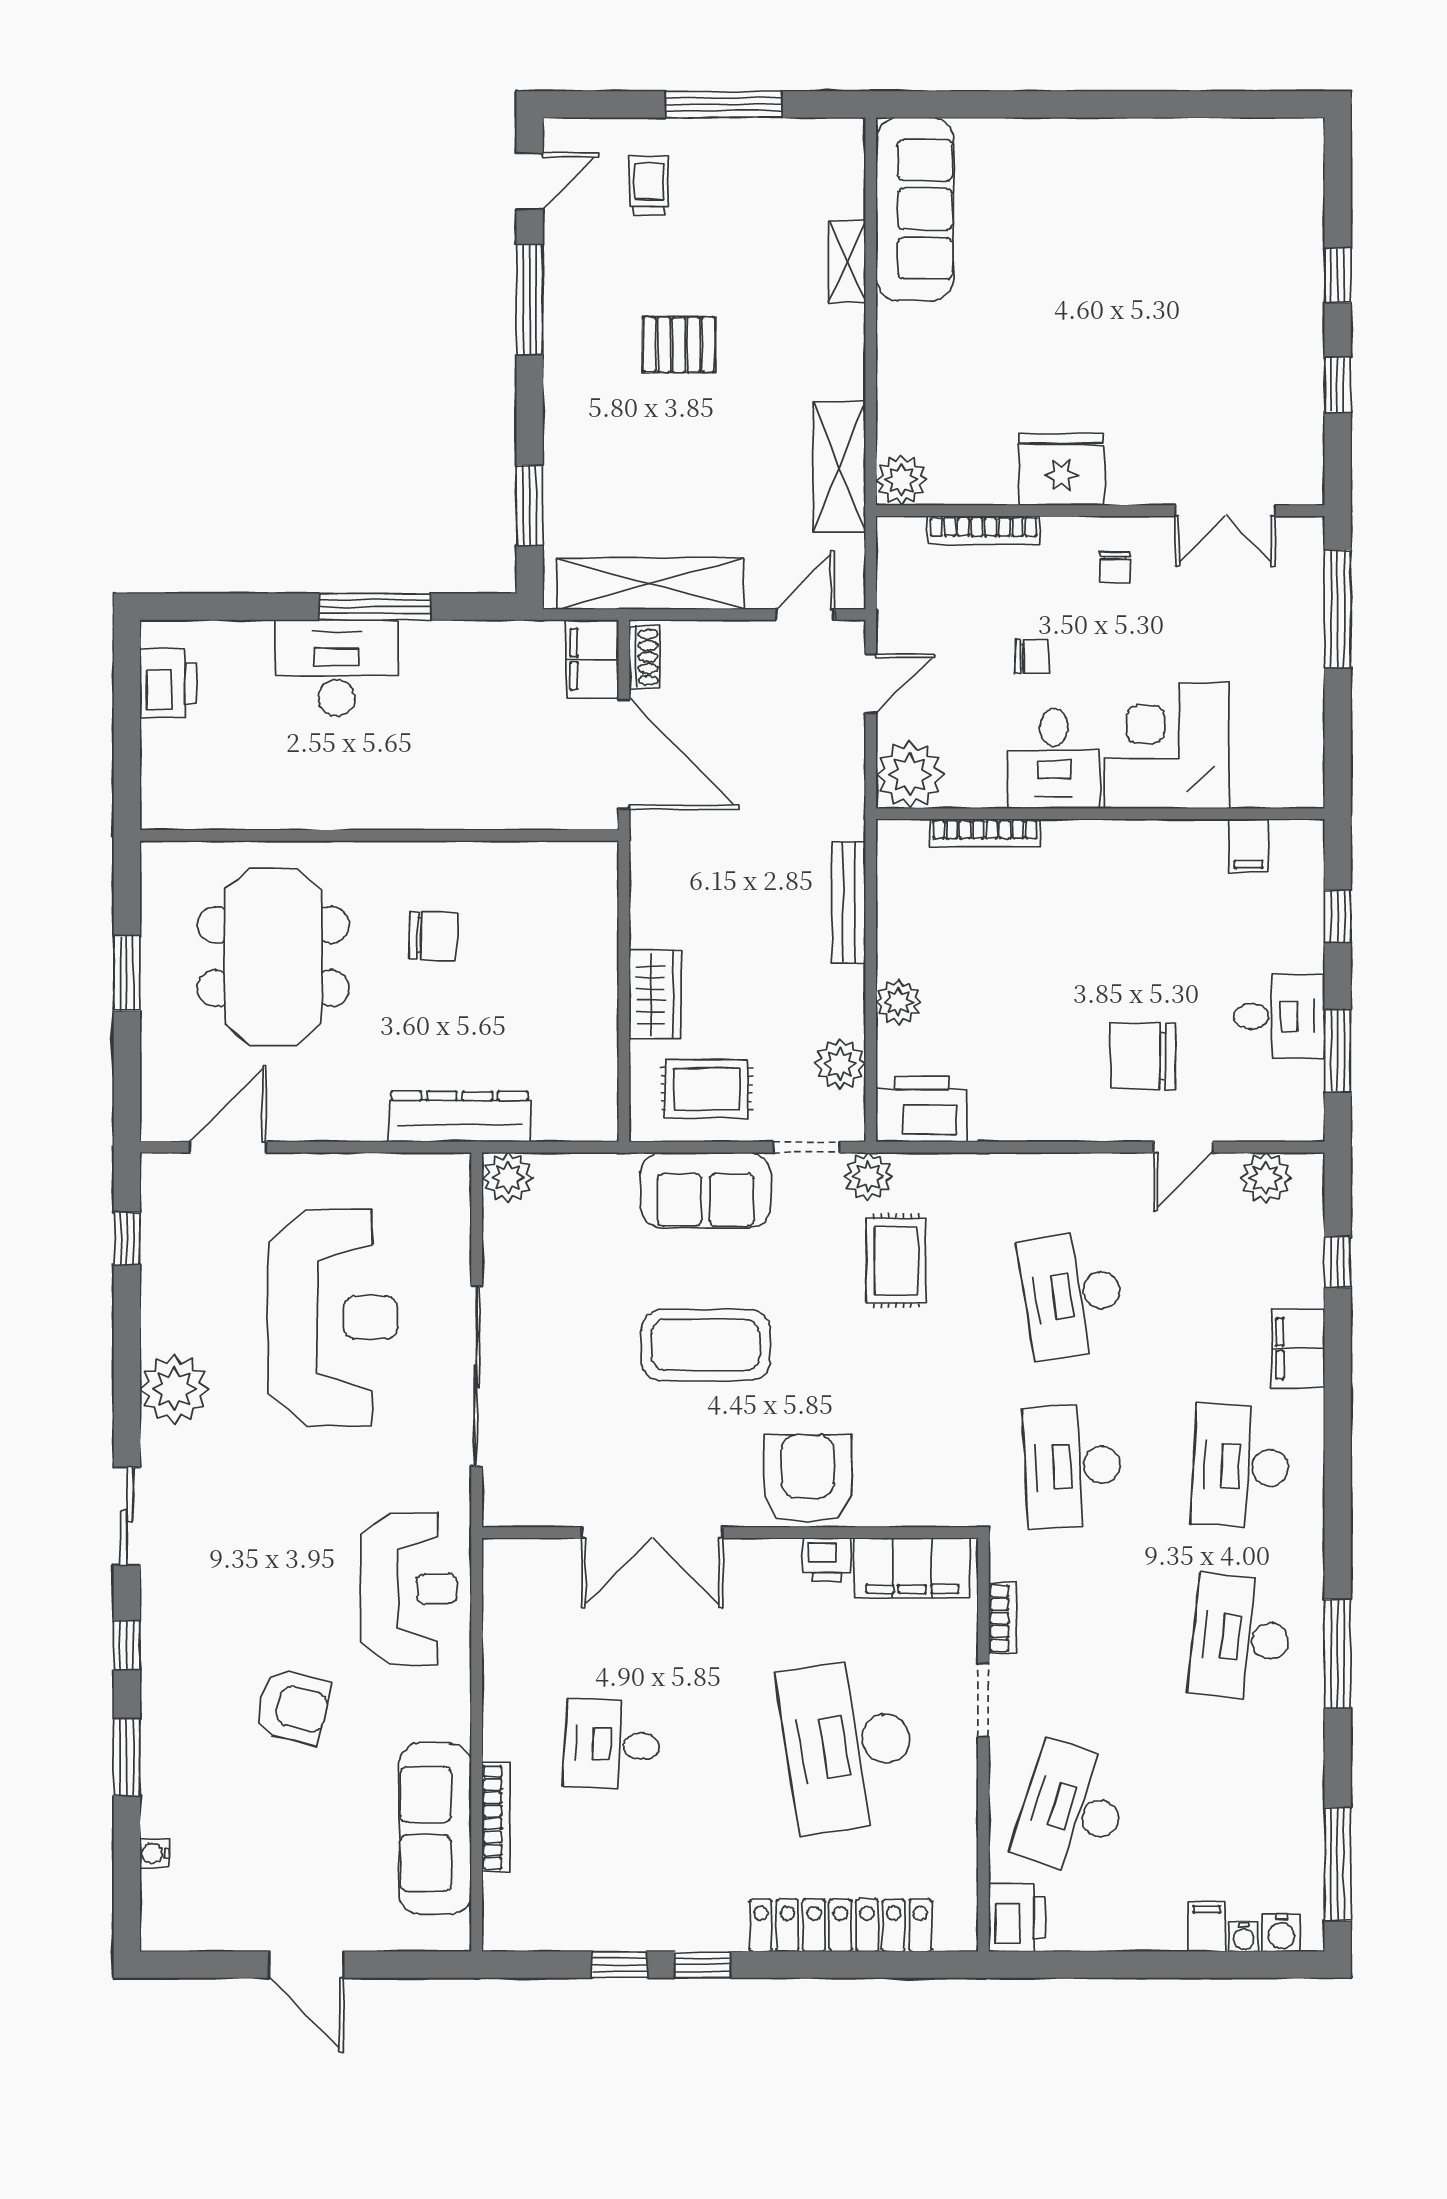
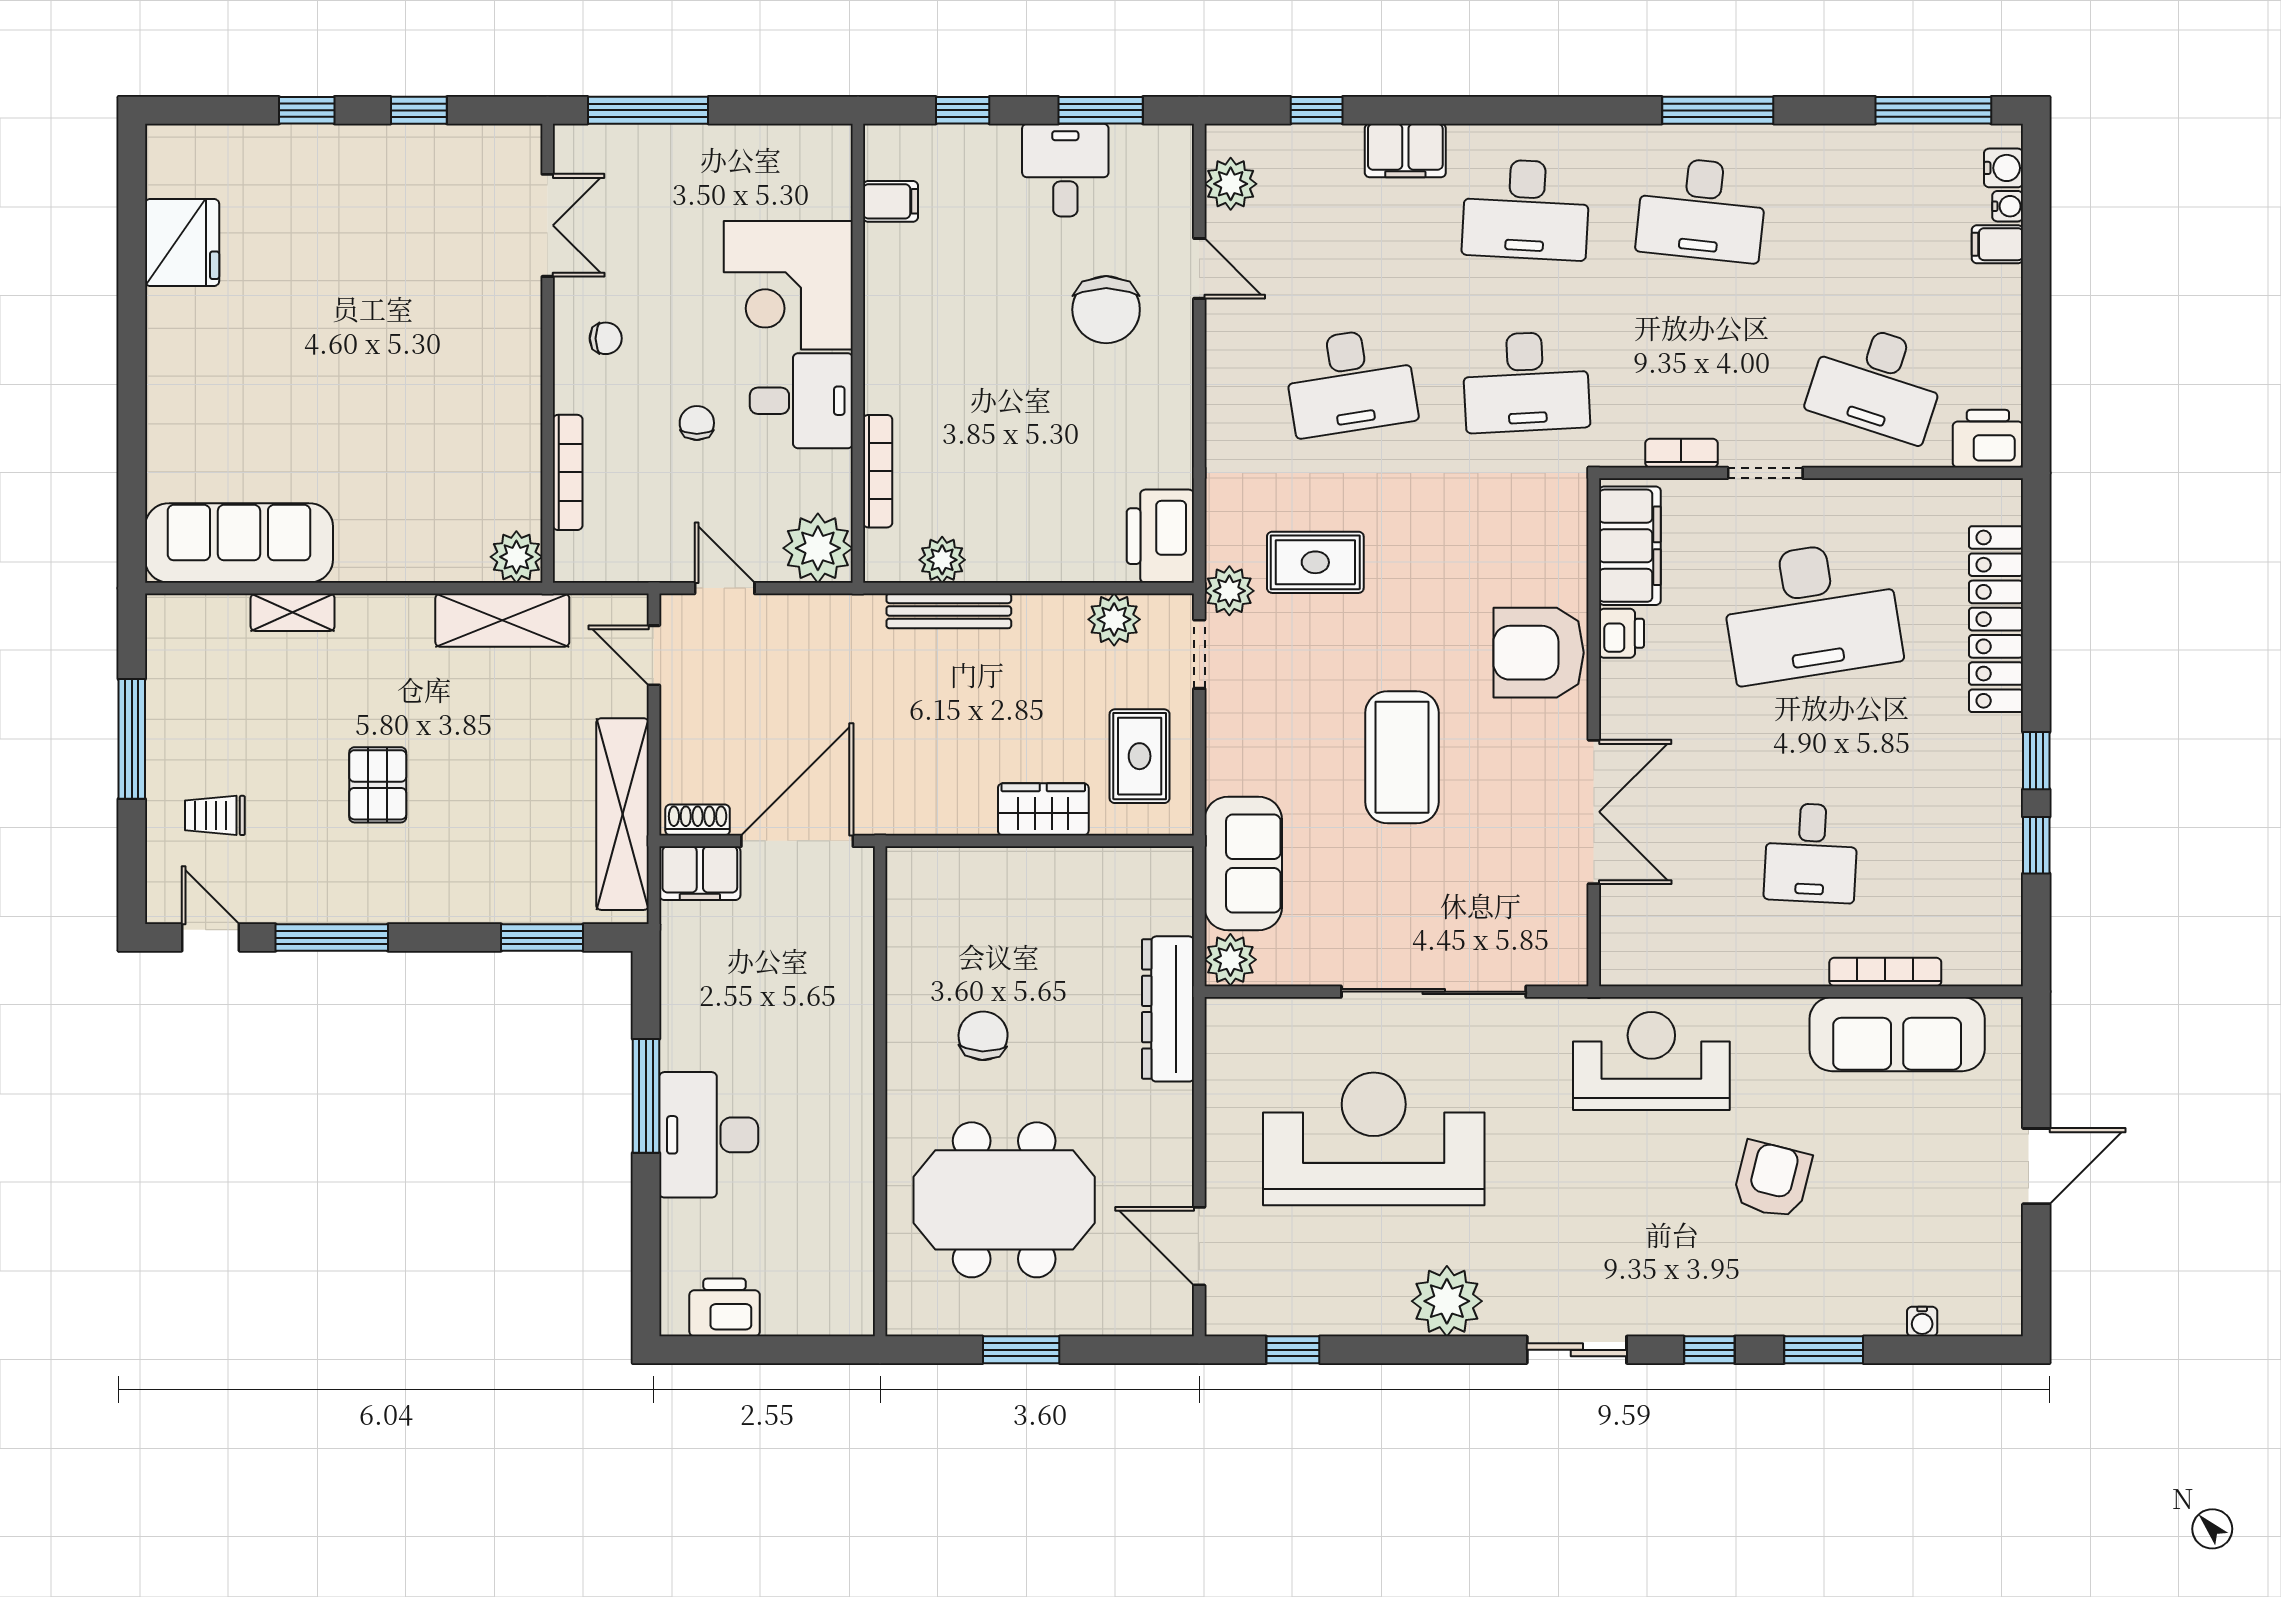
fridge: (1062, 469) -> (182, 243), moved, turned 180
plant: (899, 1002) -> (942, 560), moved
sofa: (706, 1190) -> (1243, 864), moved

